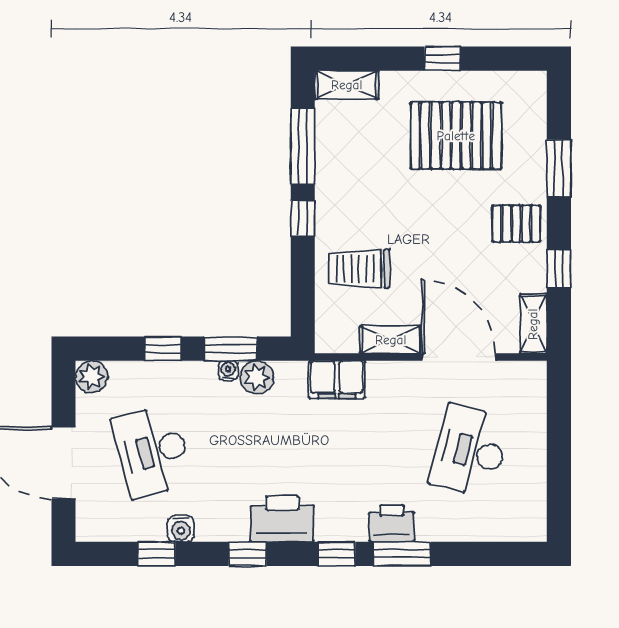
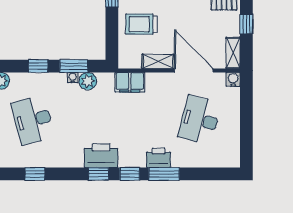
water cooler: (181, 529) -> (233, 79), moved, turned 180
window: (248, 554) -> (98, 174), moved

